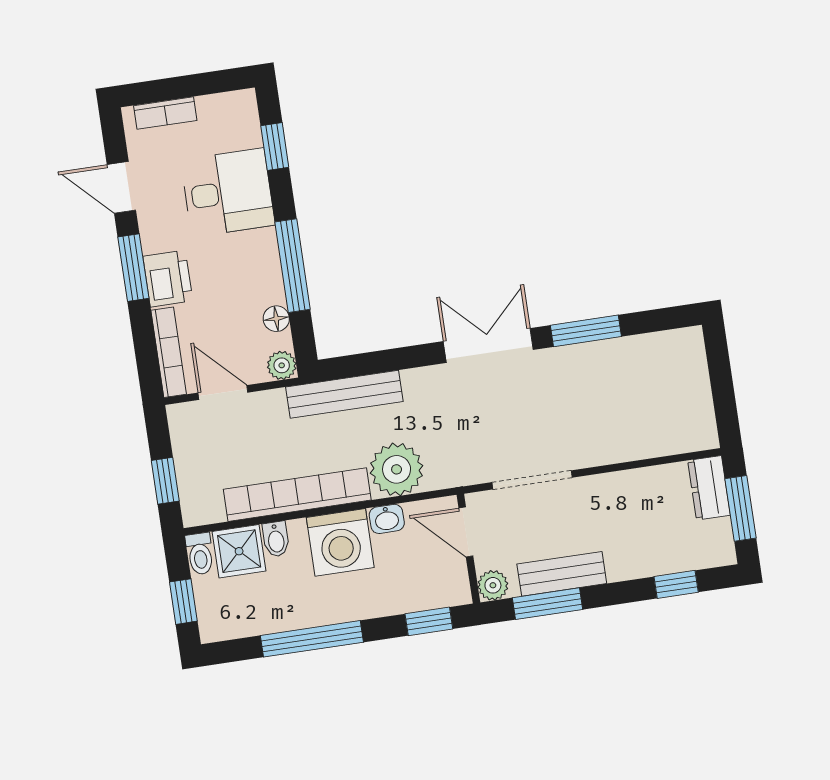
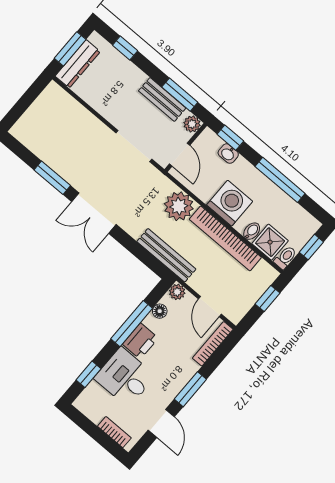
printer: (168, 279) -> (140, 341), moved, turned 180
dresser: (709, 488) -> (78, 64), width x1.44
washbasin: (387, 519) -> (228, 154), moved, turned 180

